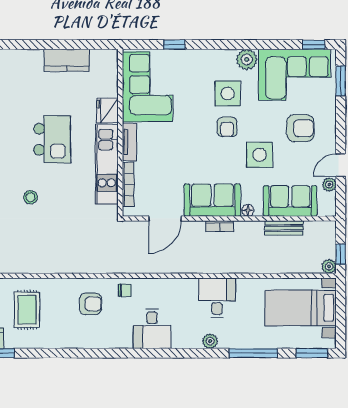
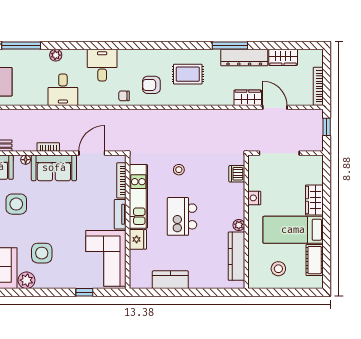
armchair: (227, 127) -> (42, 226), removed
stool: (31, 197) -> (179, 170), moved
desk: (217, 298) -> (63, 90), moved
rug: (27, 310) -> (188, 74), moved, turned 90

